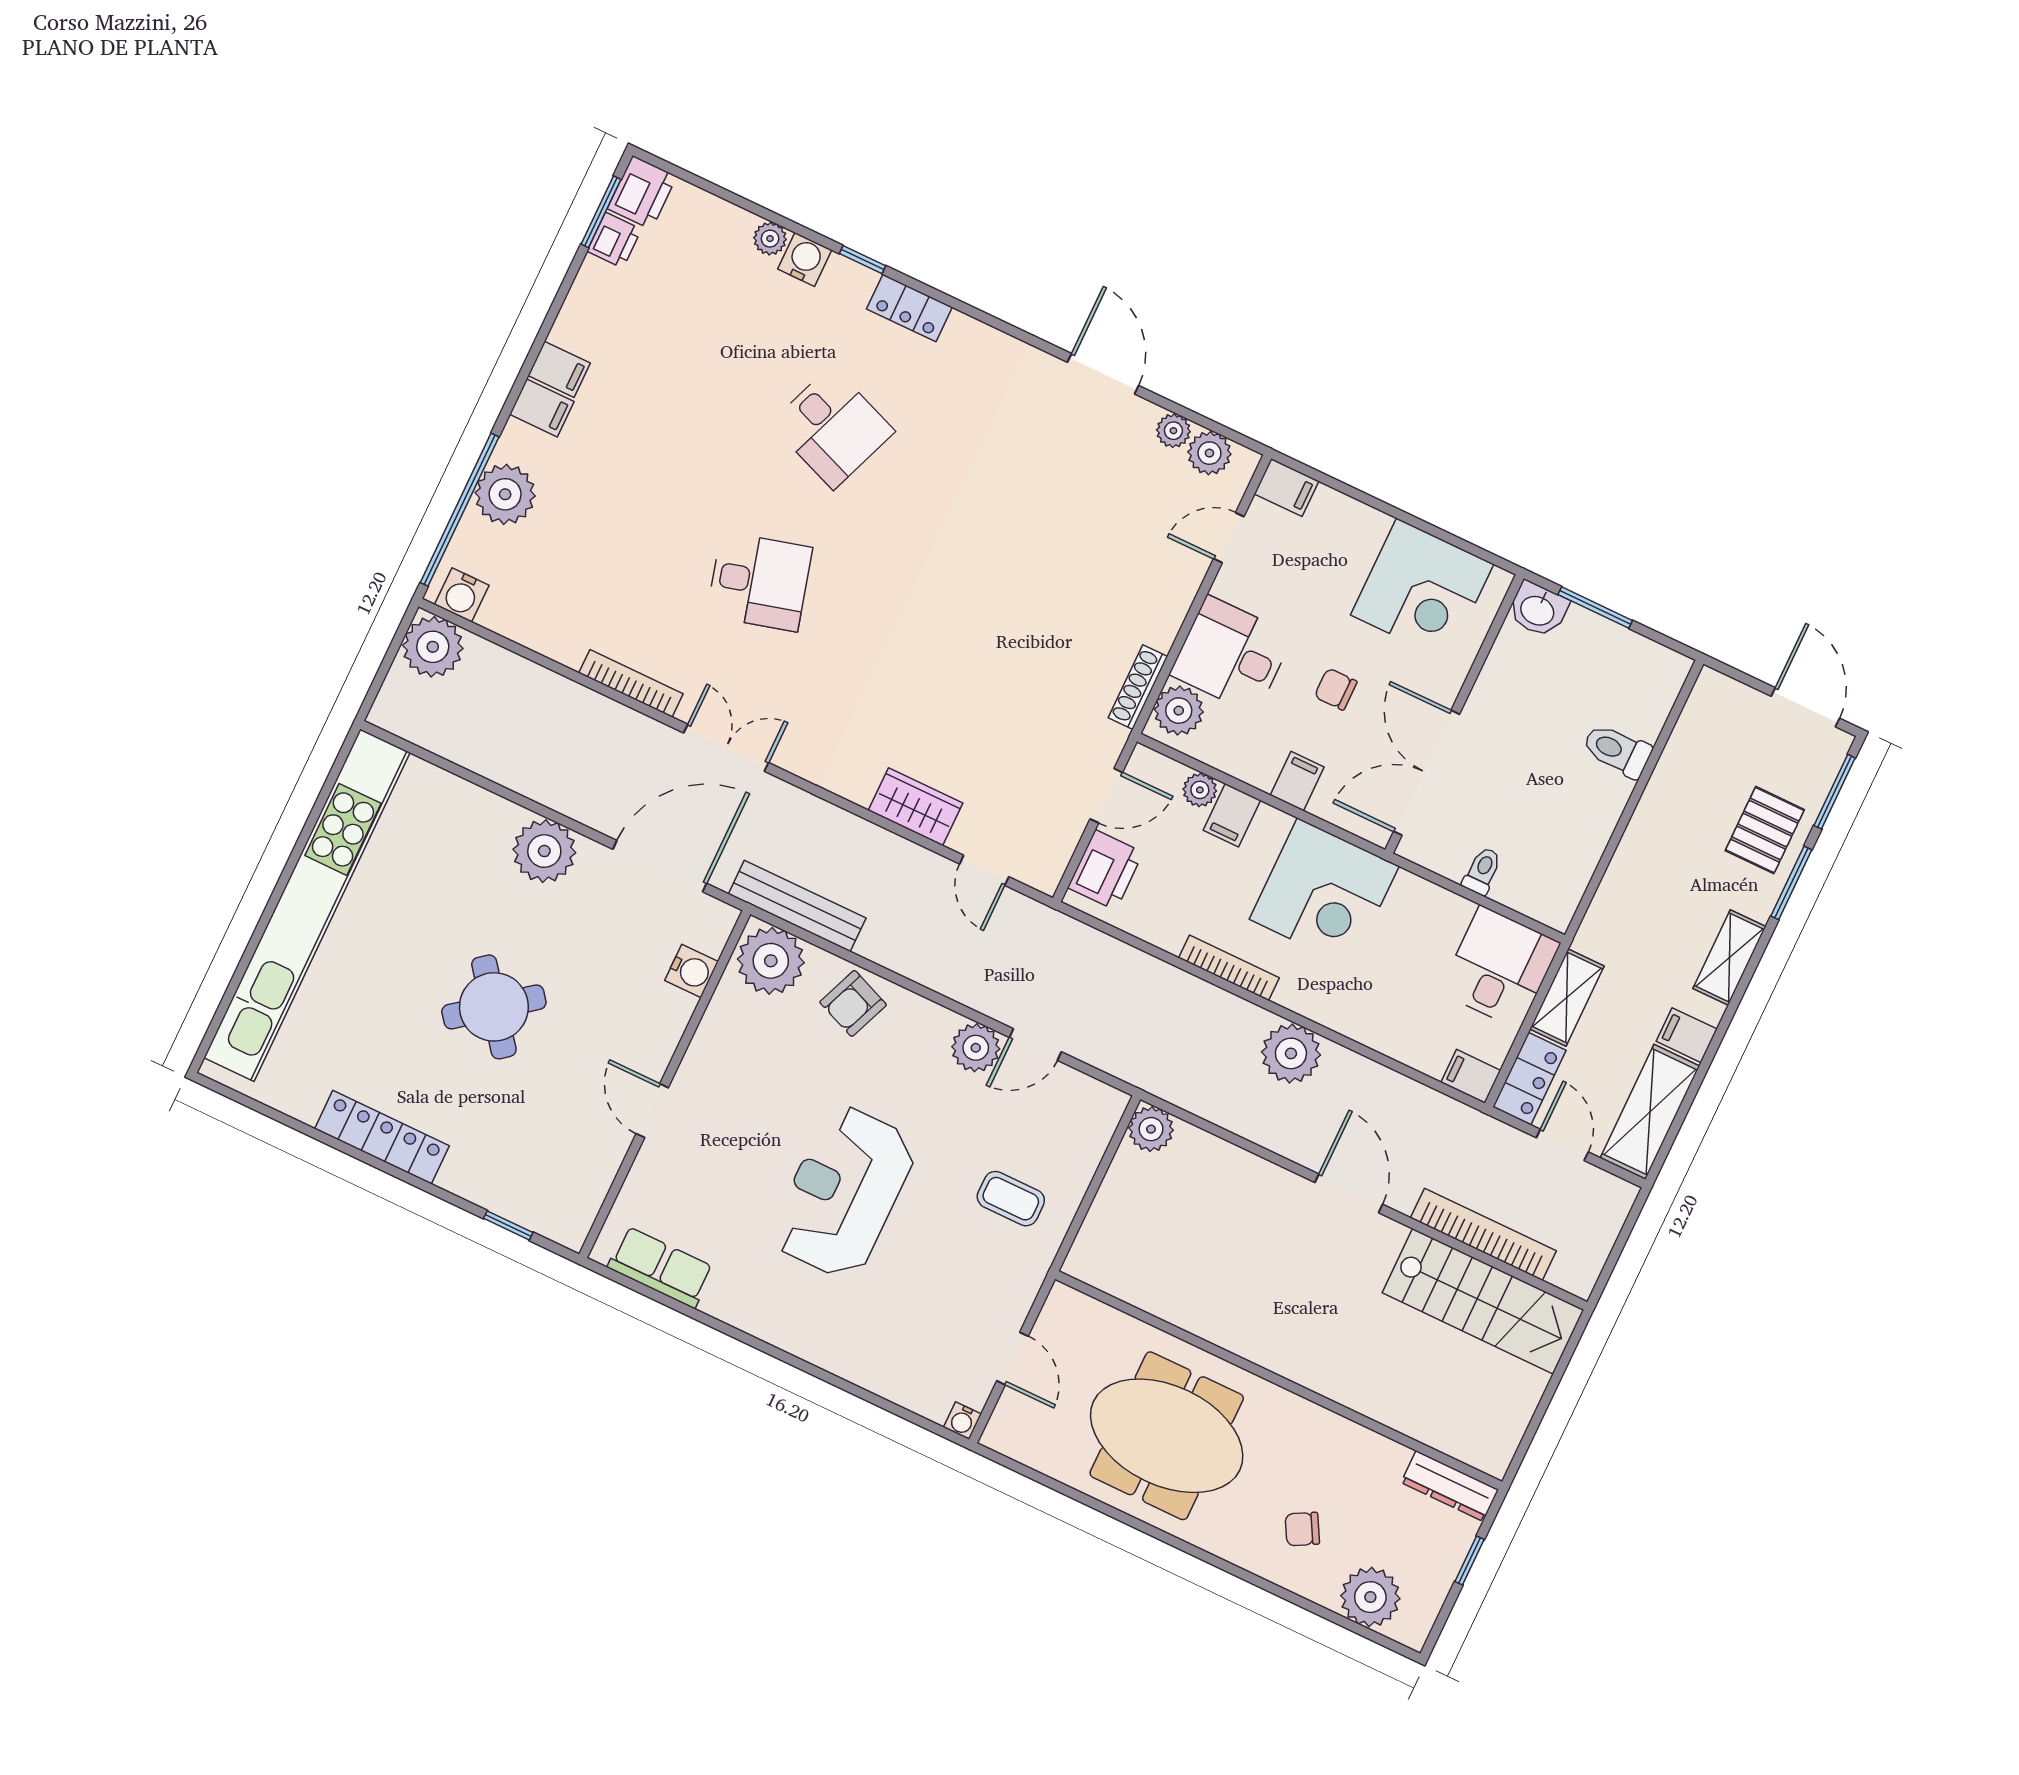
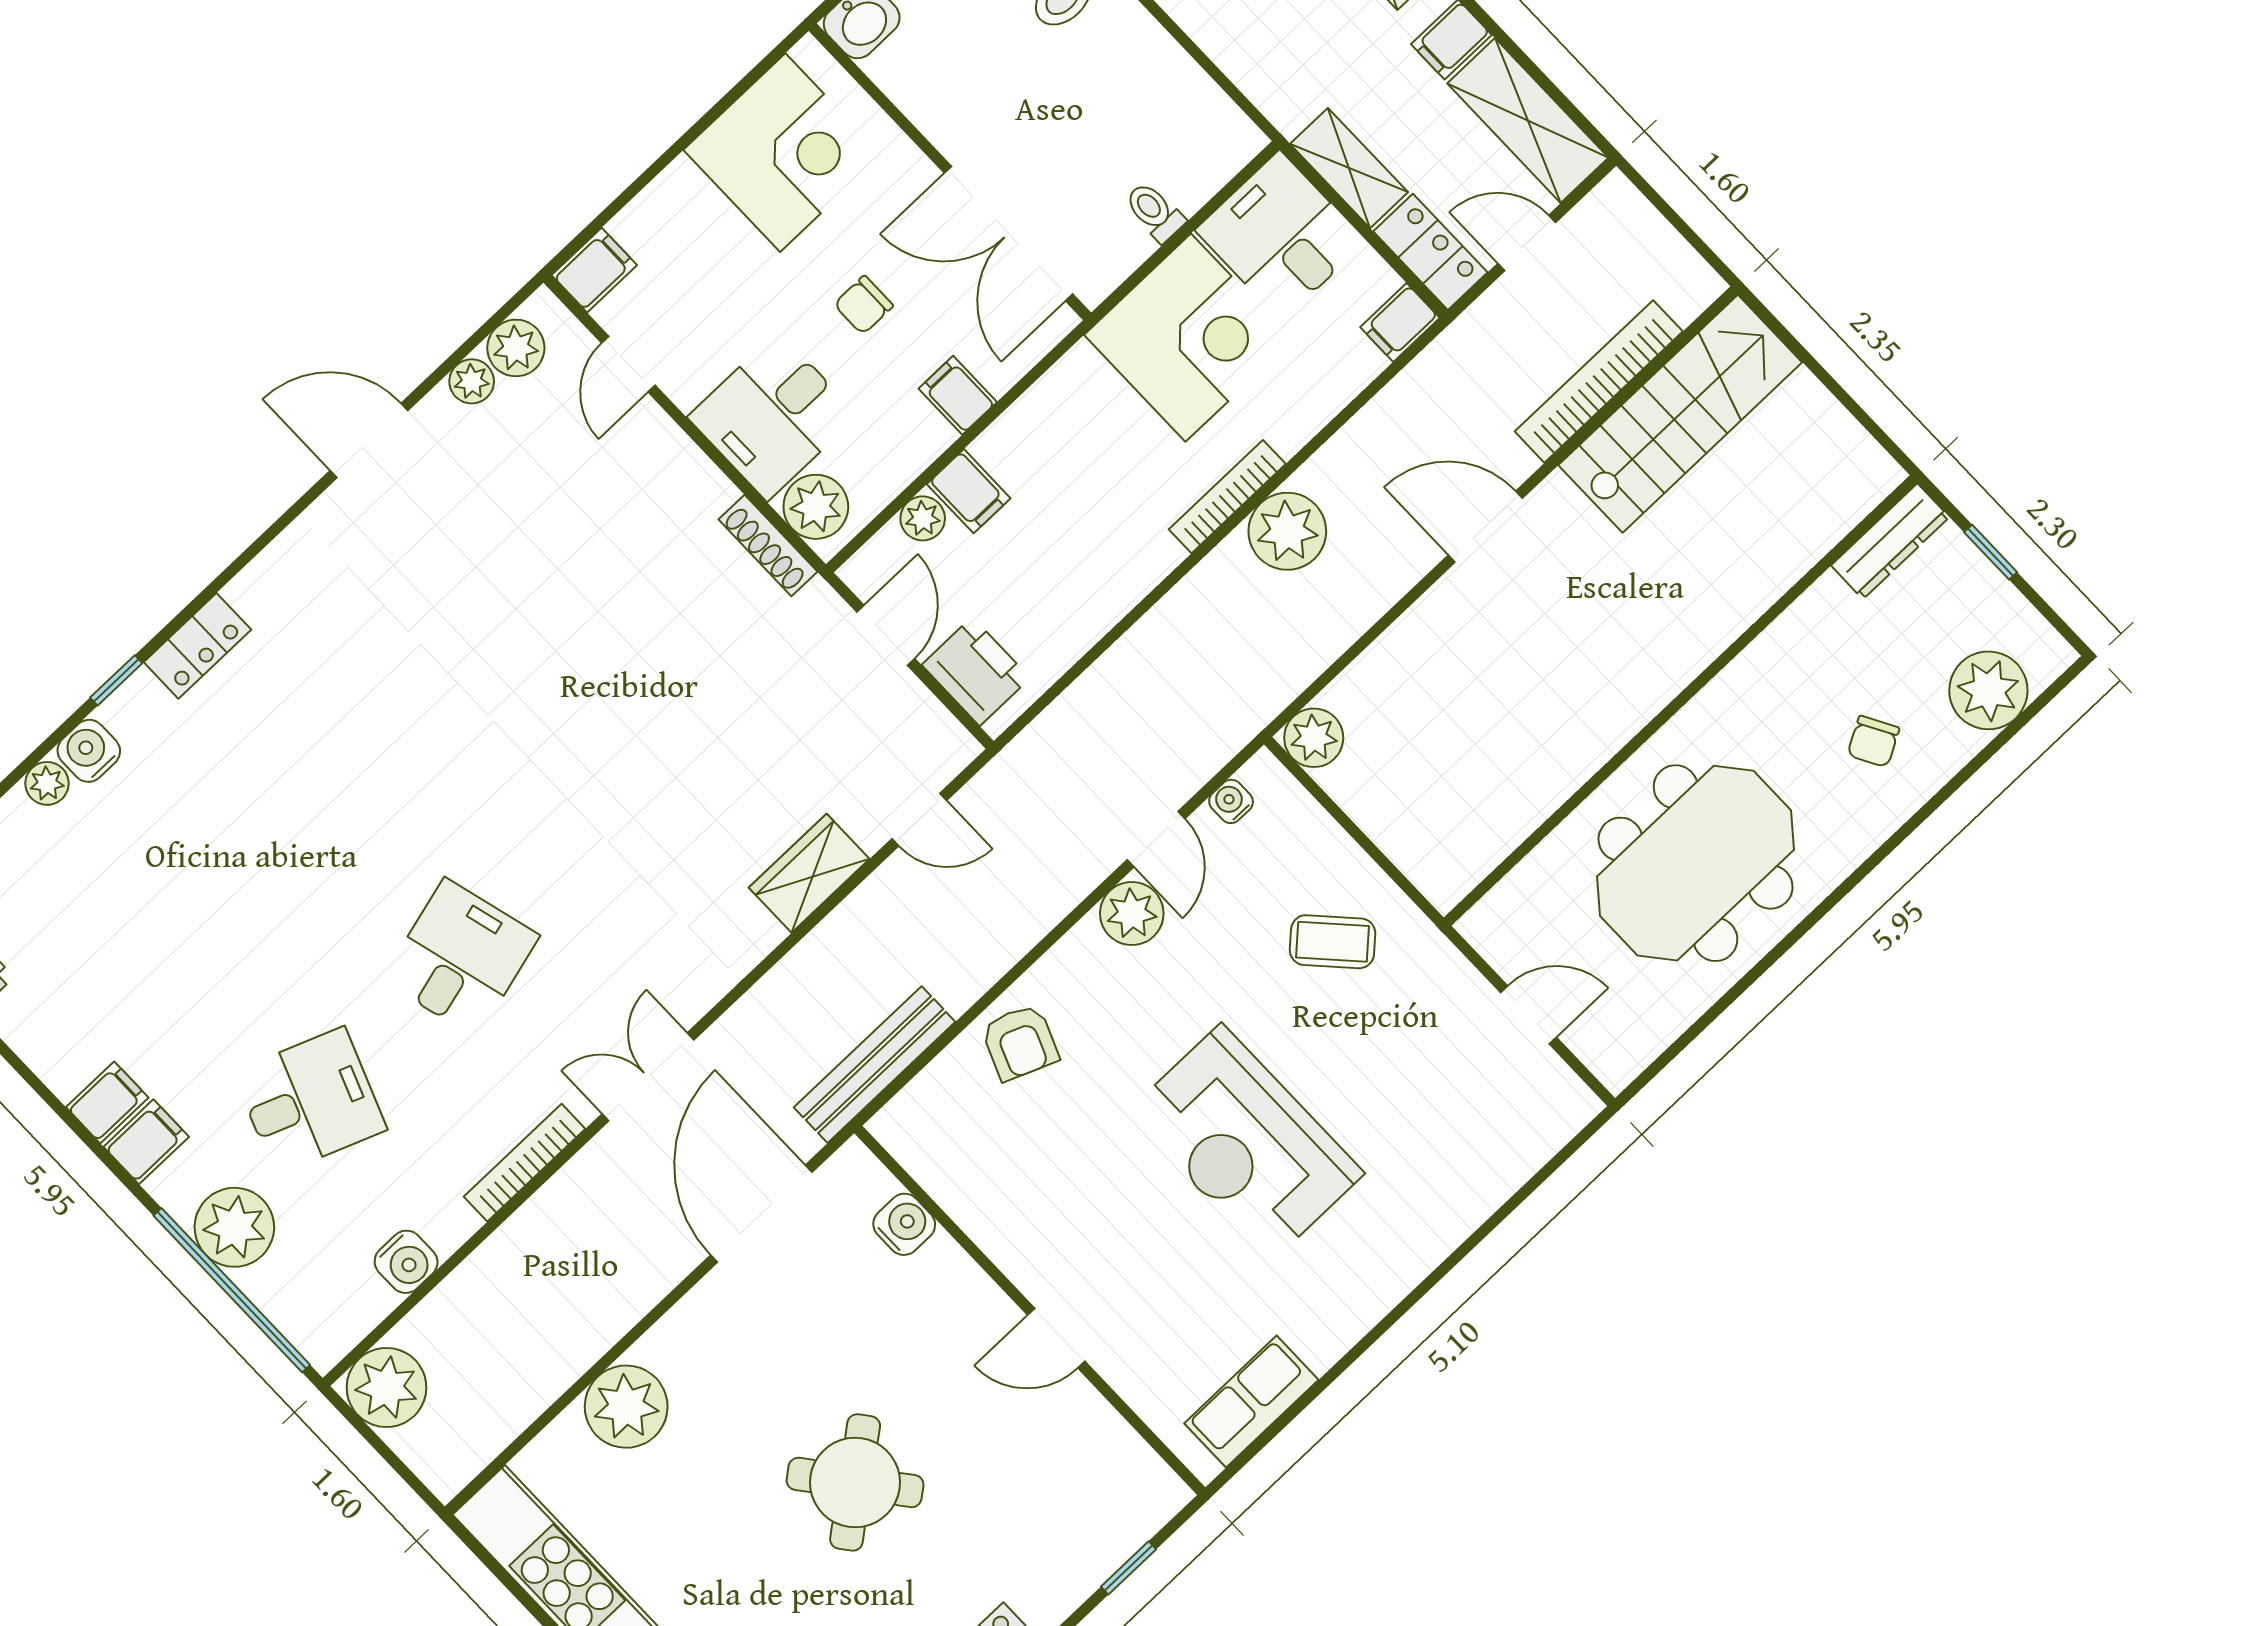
desk: (833, 427) -> (310, 1101), moved
water cooler: (462, 595) -> (406, 1262), moved
plant: (544, 851) -> (626, 1407), moved
corner desk: (1324, 893) -> (1188, 338), moved
plant: (771, 961) -> (929, 1123), removed
bookcase: (1229, 968) -> (1227, 497), moved
coffee table: (1011, 1199) -> (1333, 942), turned 47
water cooler: (962, 1421) -> (1231, 801), moved, turned 180

